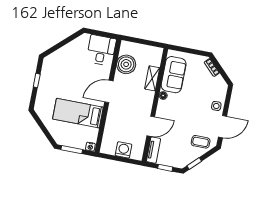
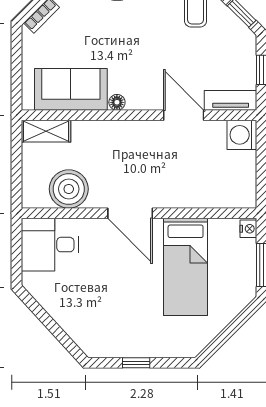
shelving: (152, 78) -> (46, 131), moved
washing machine: (124, 150) -> (242, 135), moved

